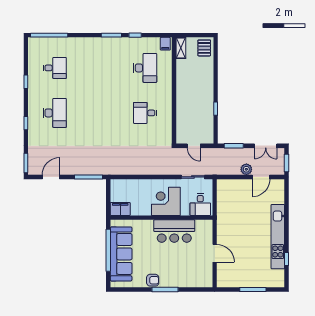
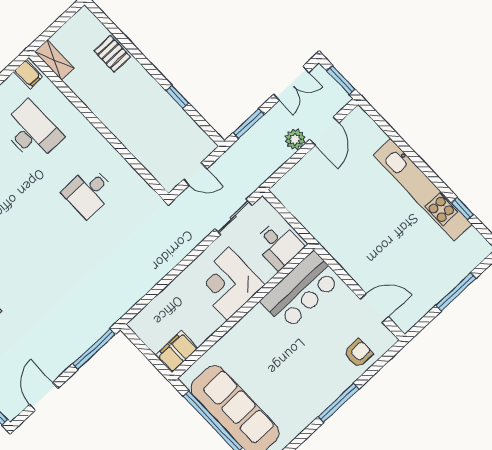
pallet: (204, 48) -> (112, 54), moved
bar counter: (174, 231) -> (301, 290), moved
door: (215, 253) -> (374, 308), moved
armchair: (153, 280) -> (358, 353), moved

